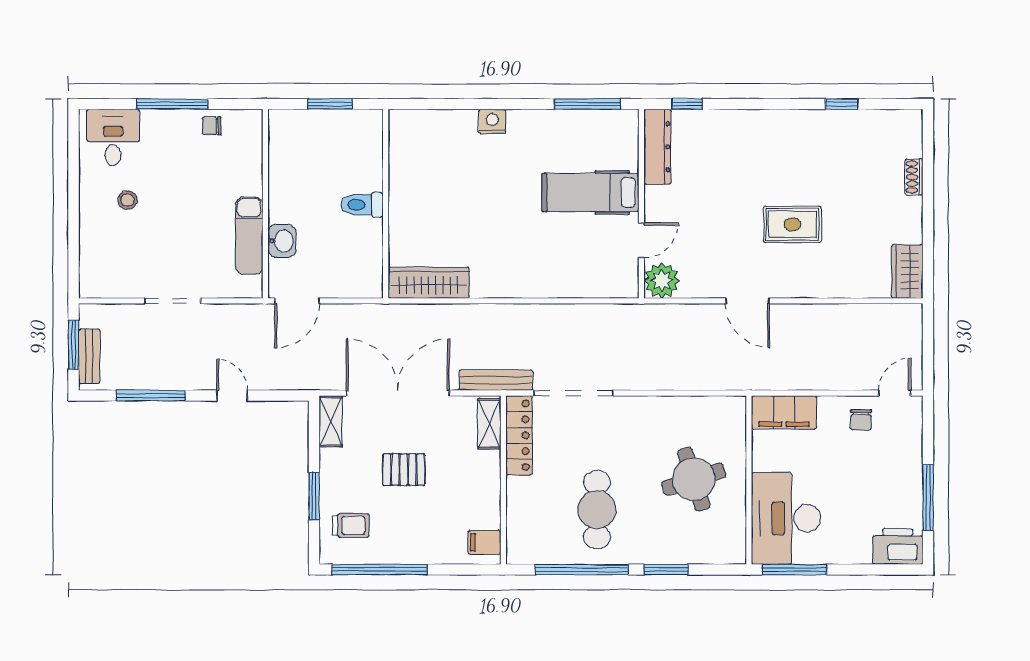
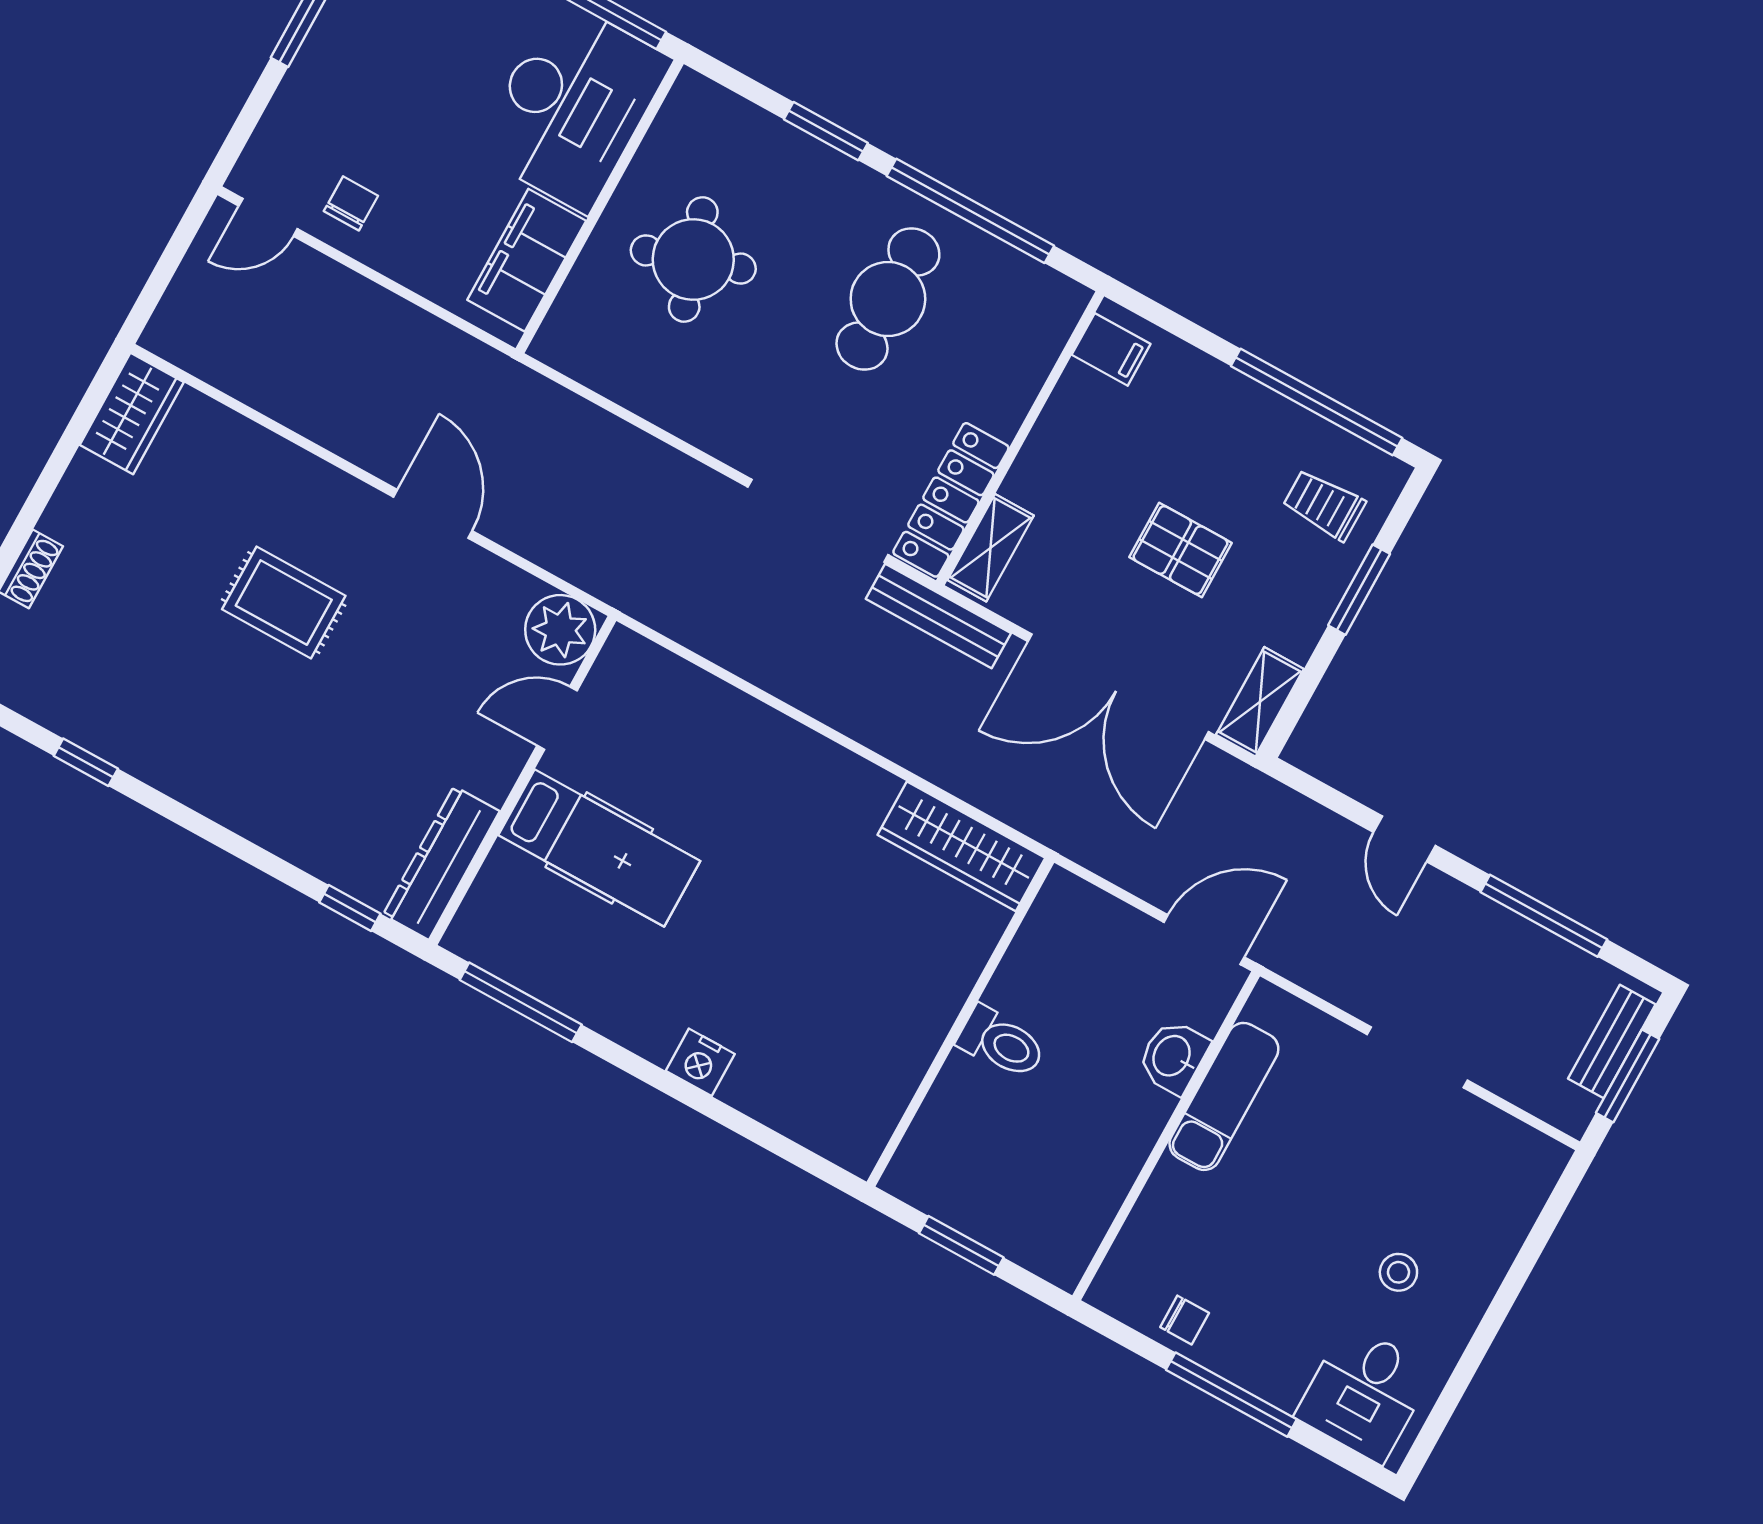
filing cabinet: (784, 412) -> (527, 260), moved, turned -90

